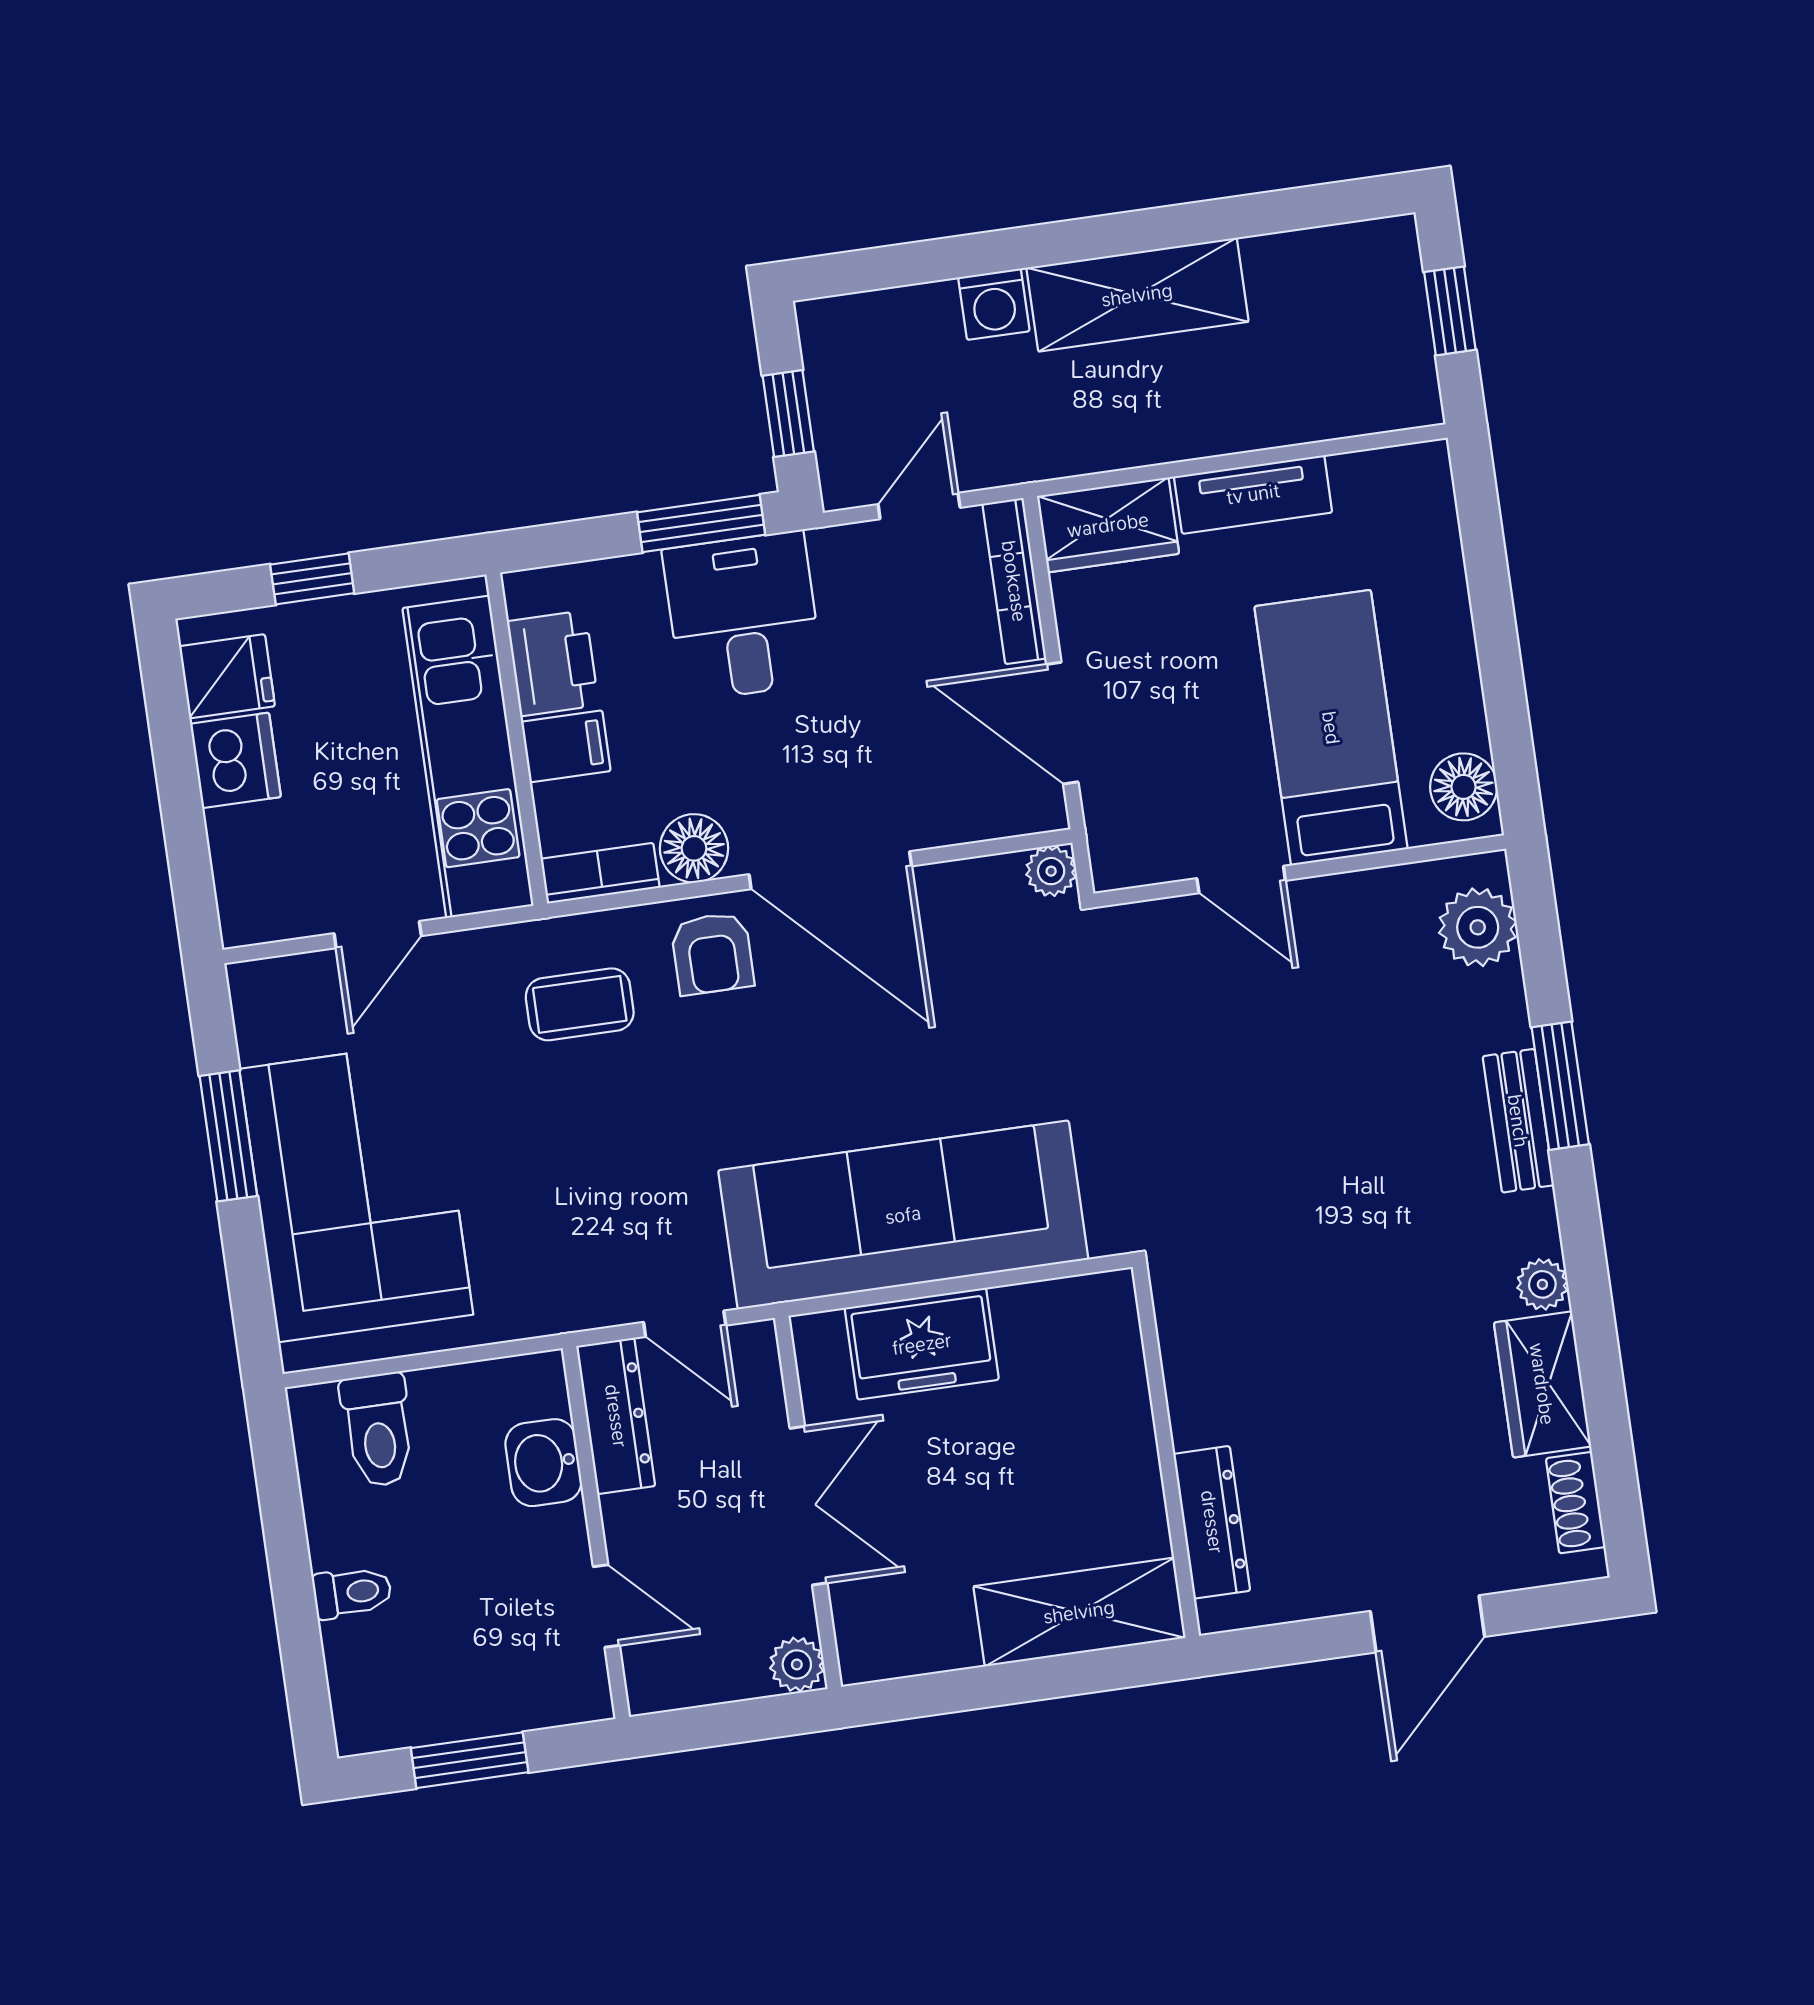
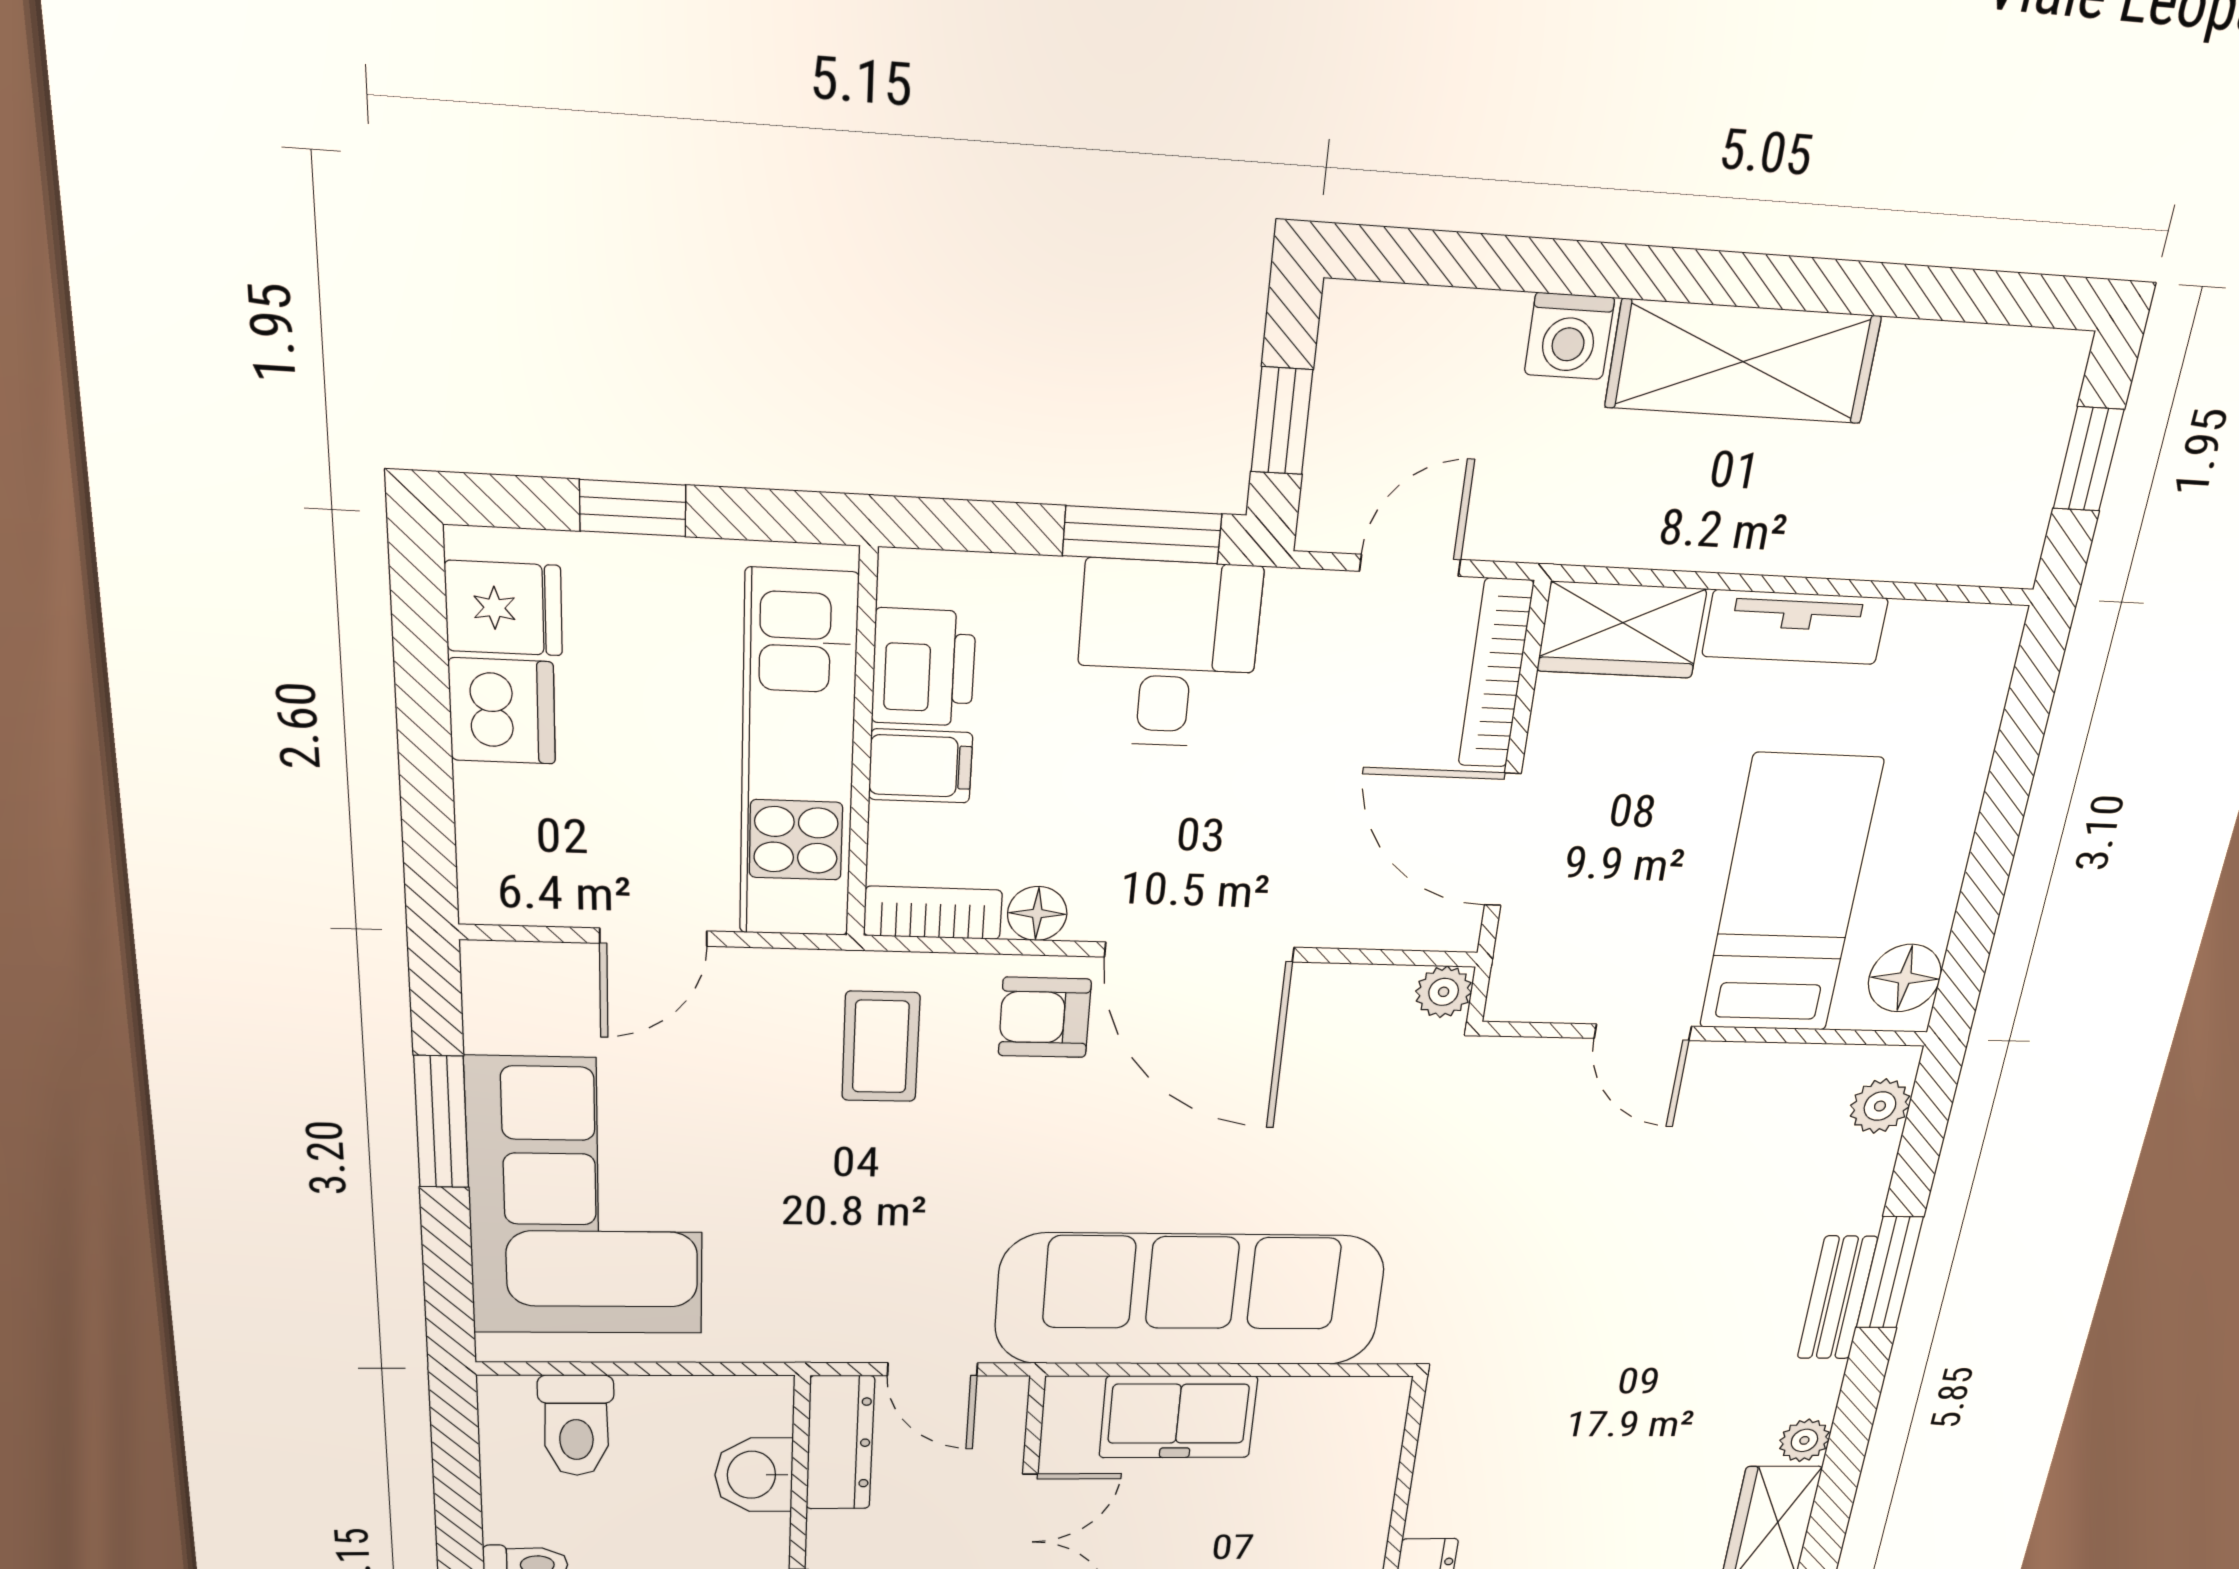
floor lamp: (694, 848) -> (1037, 914), width x0.73, depth x0.73
plant: (1478, 927) -> (1880, 1106), width x0.73, depth x0.73
armchair: (712, 954) -> (1045, 1017), turned 90
coffee table: (580, 1004) -> (881, 1047), turned 90

